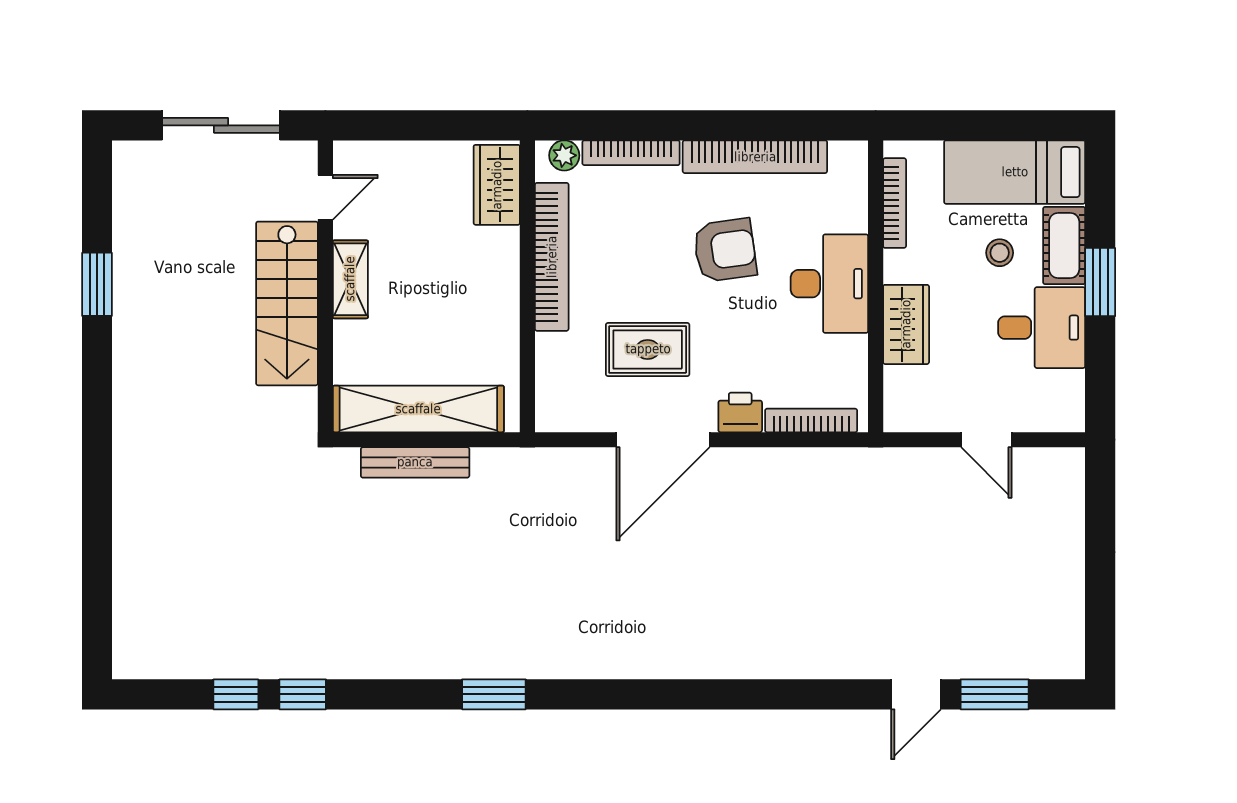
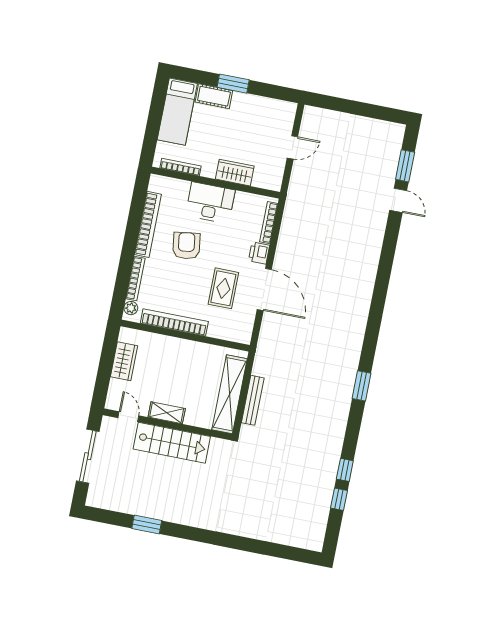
wardrobe: (497, 185) -> (124, 361), moved, turned -90
stool: (1000, 253) -> (211, 125), removed
desk: (1042, 328) -> (248, 113), removed

